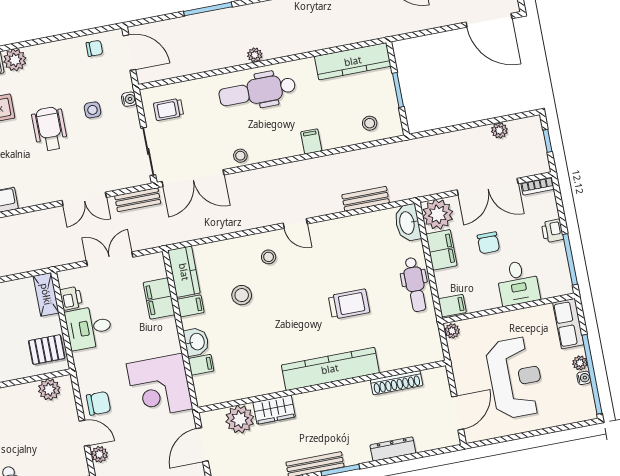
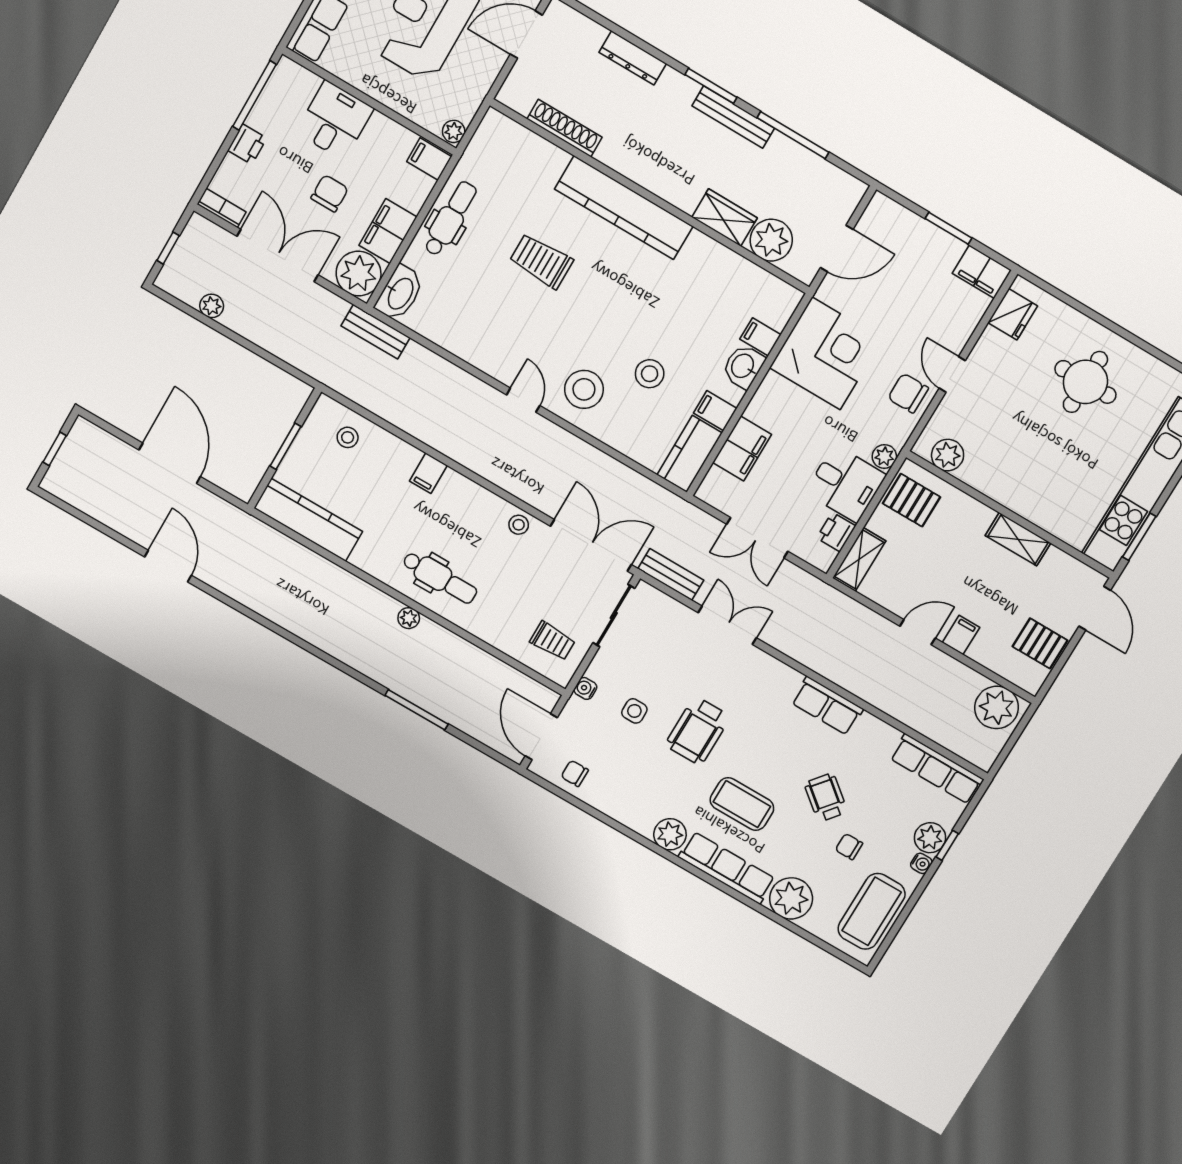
door: (489, 20) -> (170, 463), moved
dental chair: (257, 91) -> (440, 578), width x0.73, depth x0.72
bench: (366, 199) -> (376, 332), moved
stool: (269, 257) -> (584, 389), width x1.89, depth x1.89
plant: (99, 454) -> (884, 456), moved

